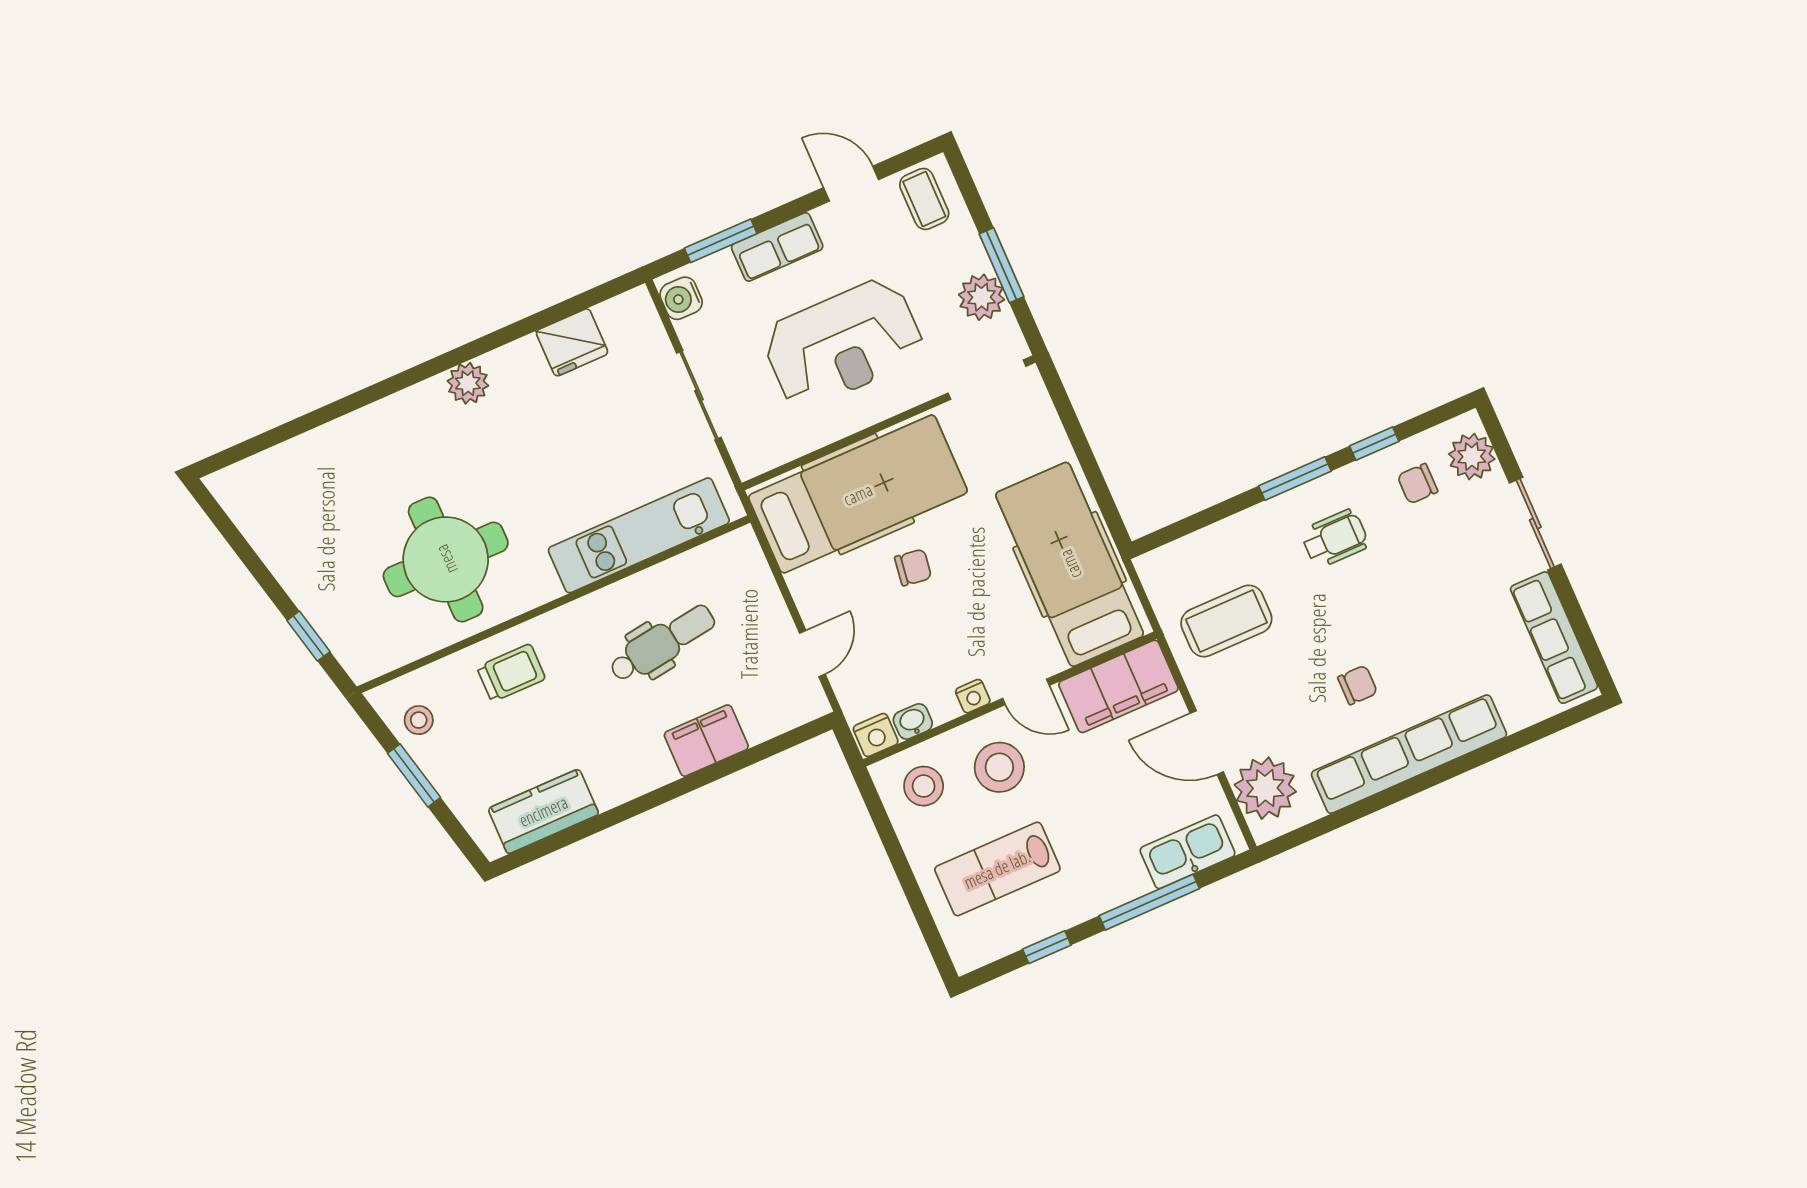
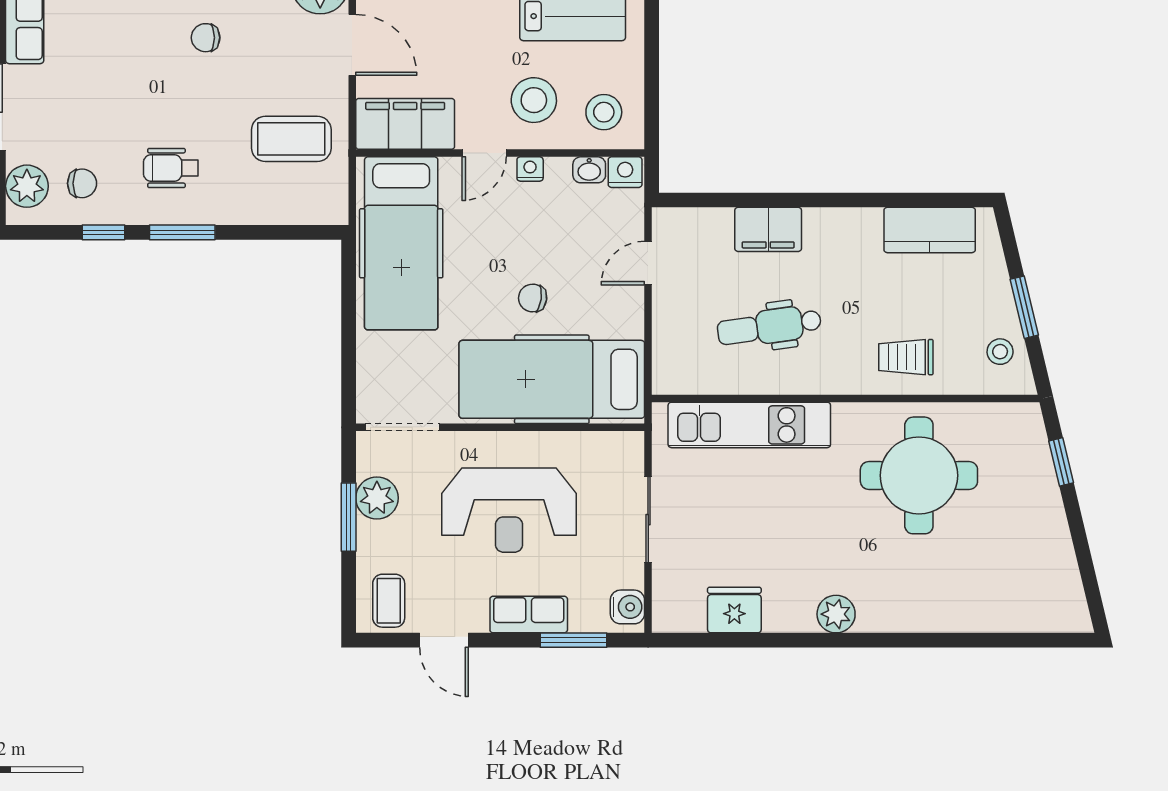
reception desk: (843, 343) -> (509, 510), turned 180
door: (1026, 692) -> (484, 153), swing flipped

